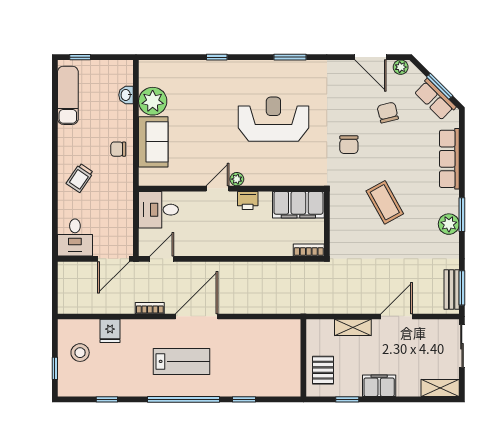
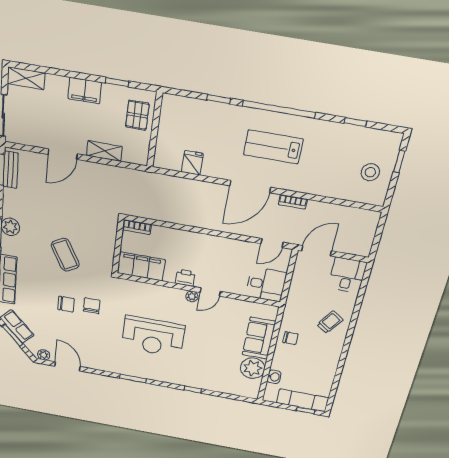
exam couch: (68, 95) -> (302, 400), moved, turned 90
chair: (388, 112) -> (66, 304), moved, turned -76
fridge: (110, 331) -> (192, 163), moved

